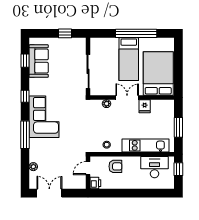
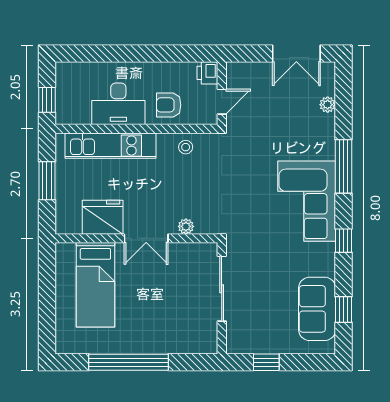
bed: (129, 59) -> (143, 313), removed
bed: (158, 73) -> (95, 285), width x0.67
fridge: (145, 106) -> (103, 217), width x1.88, depth x1.34
desk: (155, 167) -> (118, 104), moved

